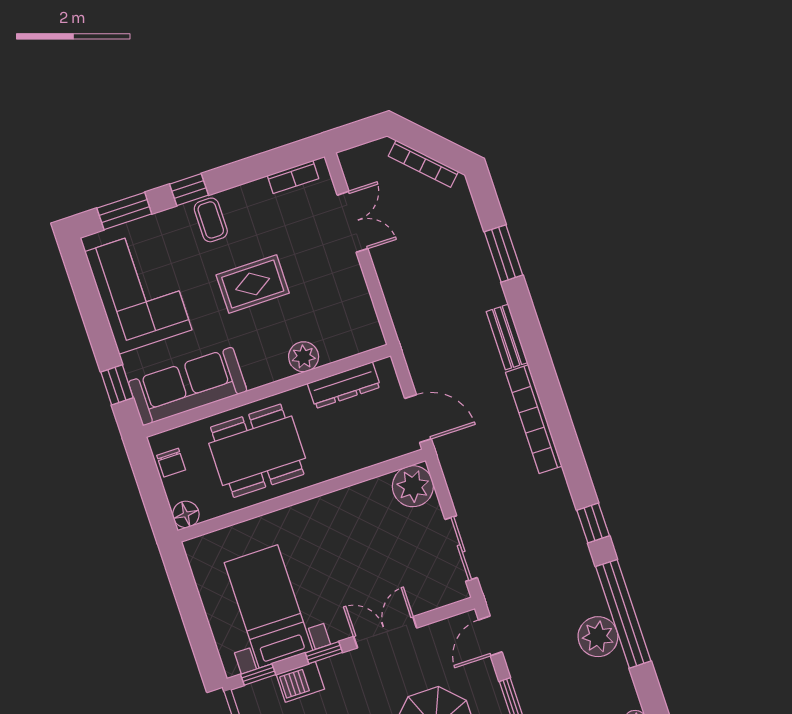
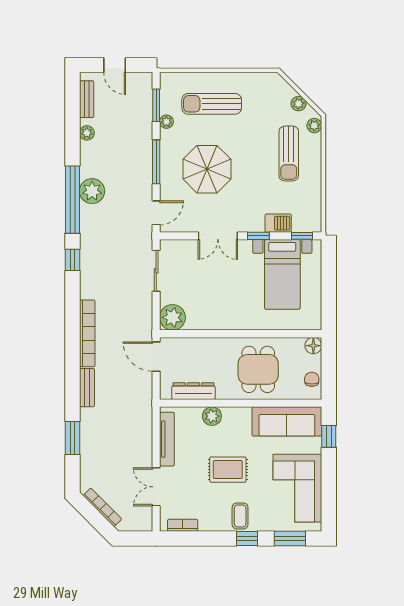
tv unit: (360, 299) -> (167, 439), added
dining table: (257, 451) -> (258, 369), width x0.73

